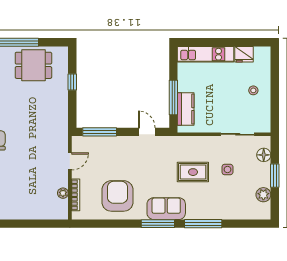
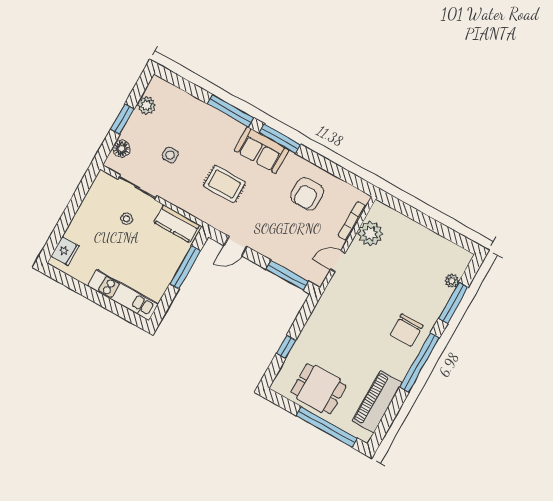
fridge: (244, 54) -> (65, 251), moved, turned 90
stool: (253, 90) -> (127, 219), moved
kitchen counter: (186, 109) -> (177, 224), moved, turned -90
door: (147, 132) -> (235, 246), hinge flipped
rug: (193, 172) -> (224, 184), moved
plant: (63, 193) -> (370, 234), width x1.88, depth x1.88
armchair: (117, 196) -> (307, 194), width x0.73, depth x0.73

